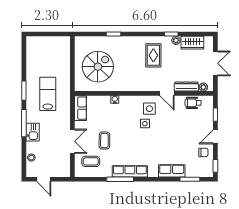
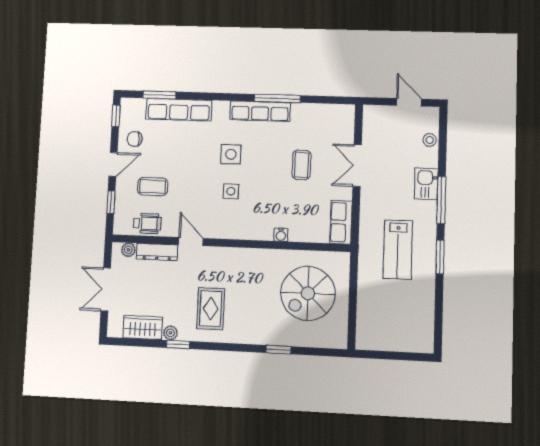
side table: (149, 109) -> (231, 154), moved
coffee table: (91, 161) -> (153, 187), moved
row of seats: (172, 171) -> (179, 110), width x1.48

